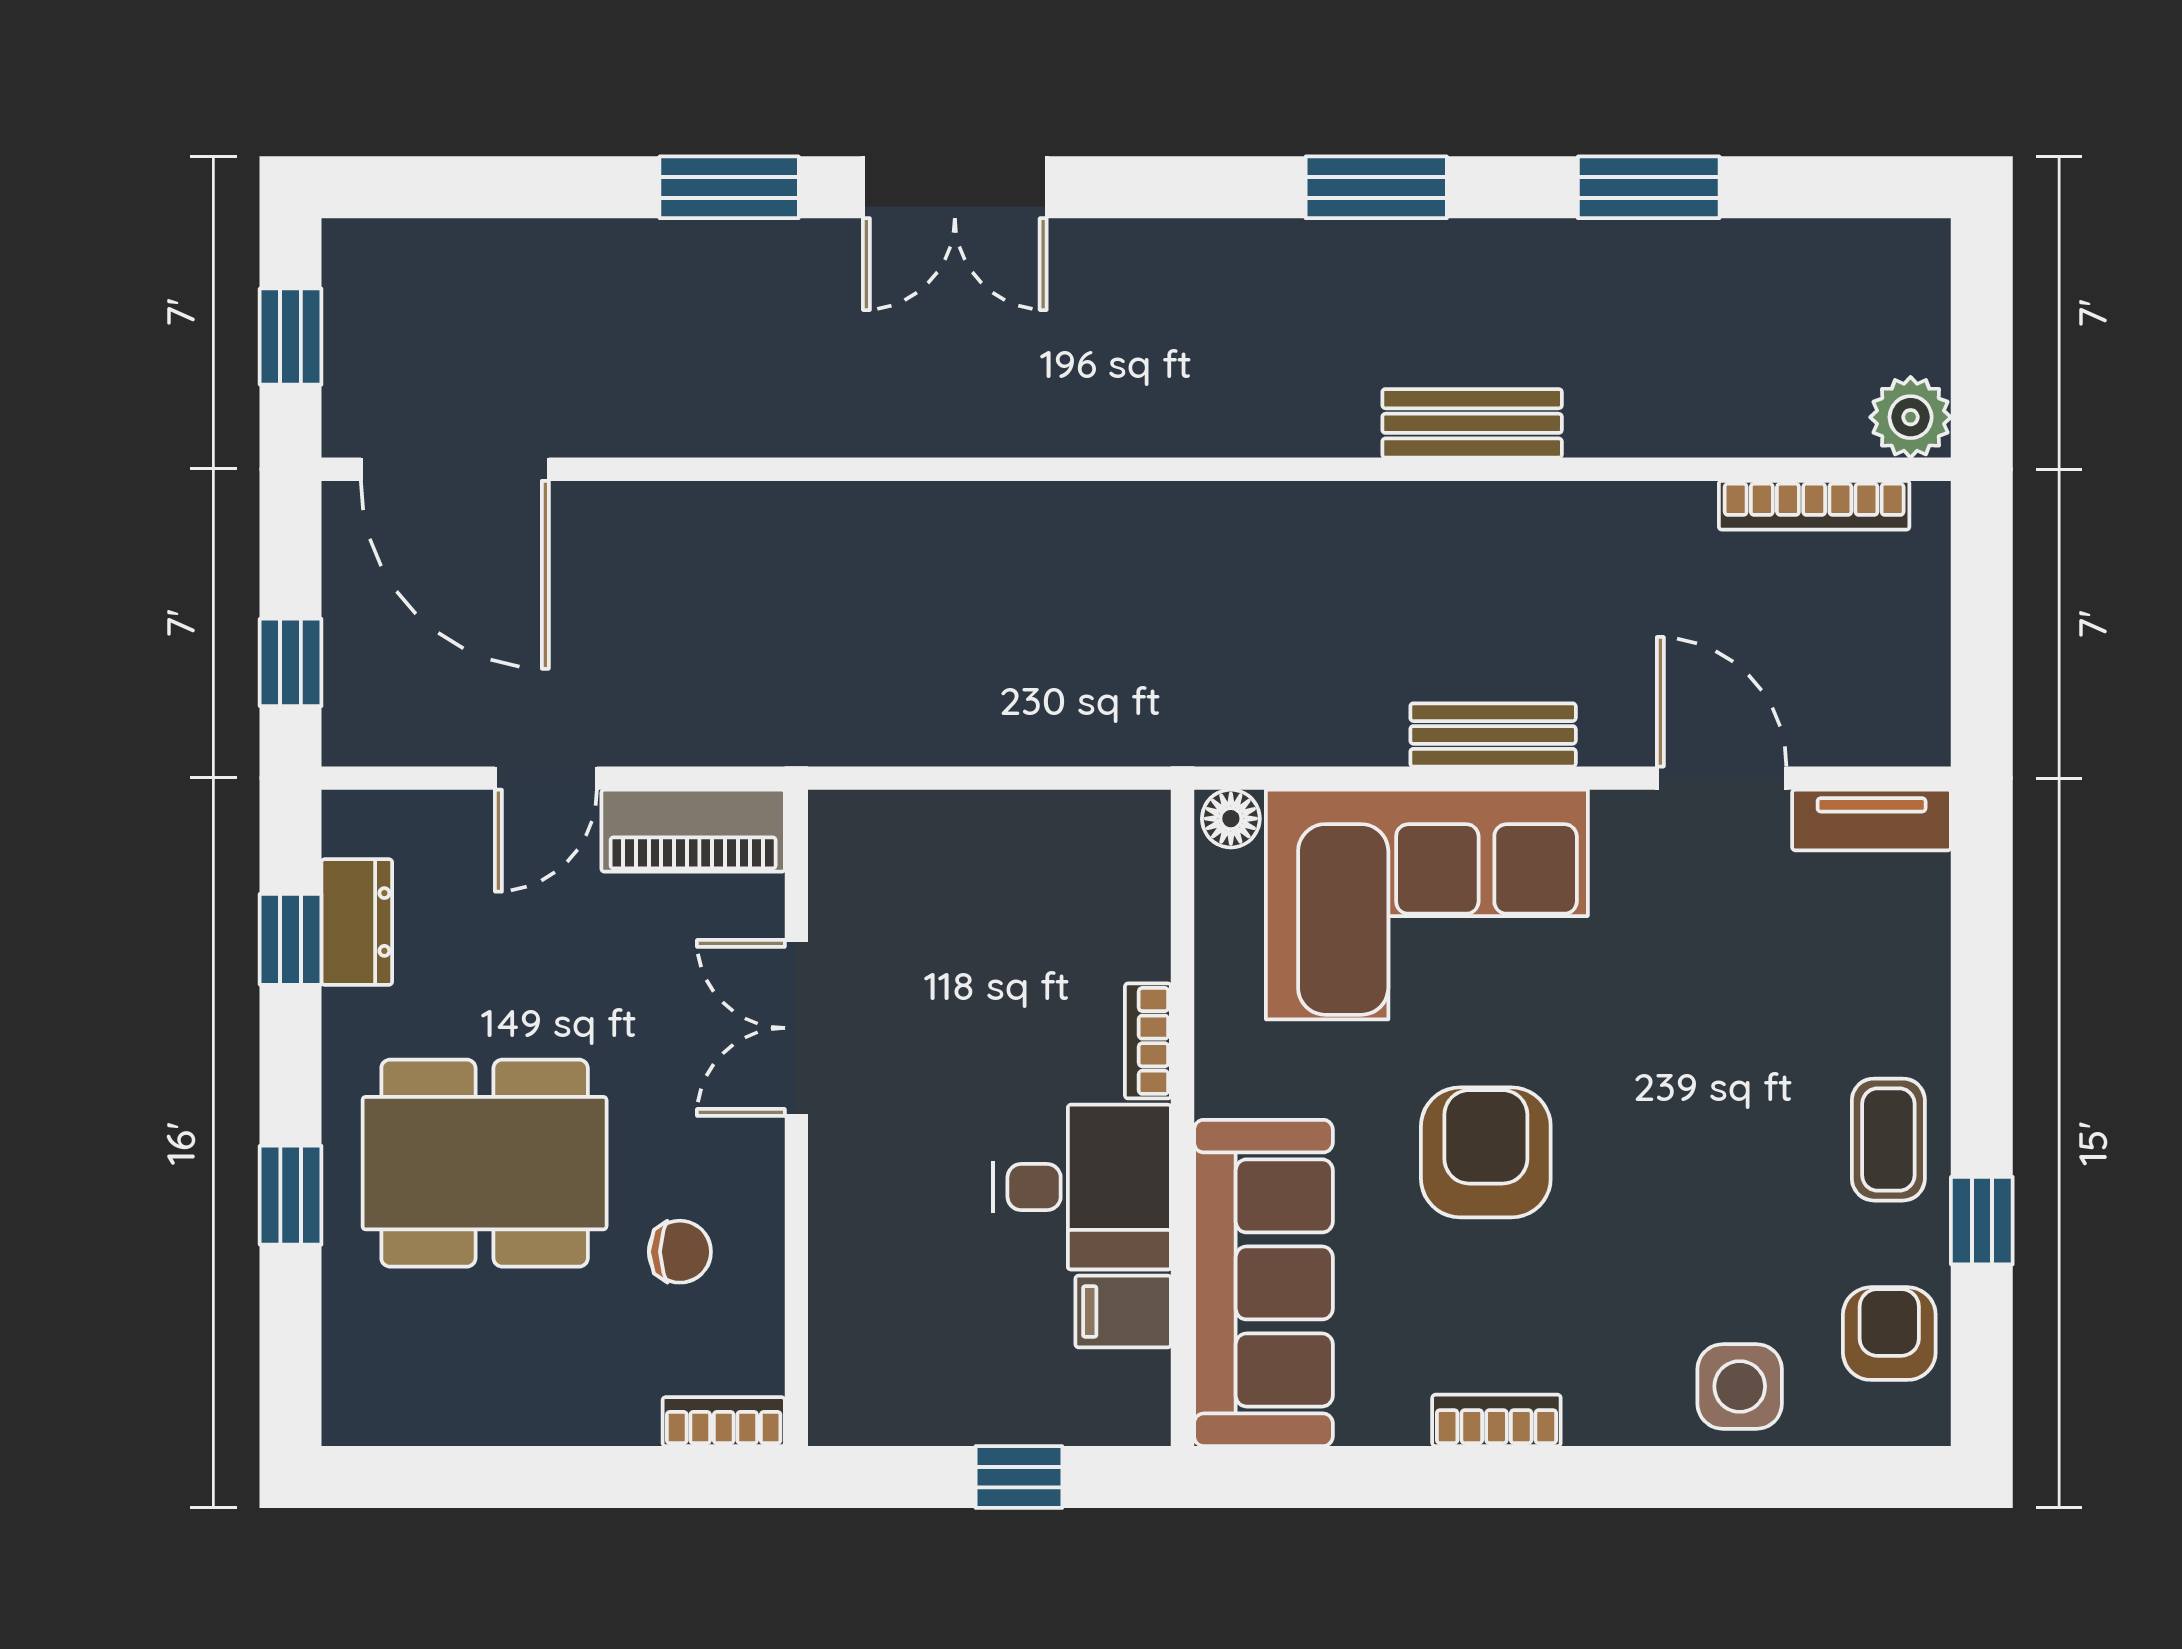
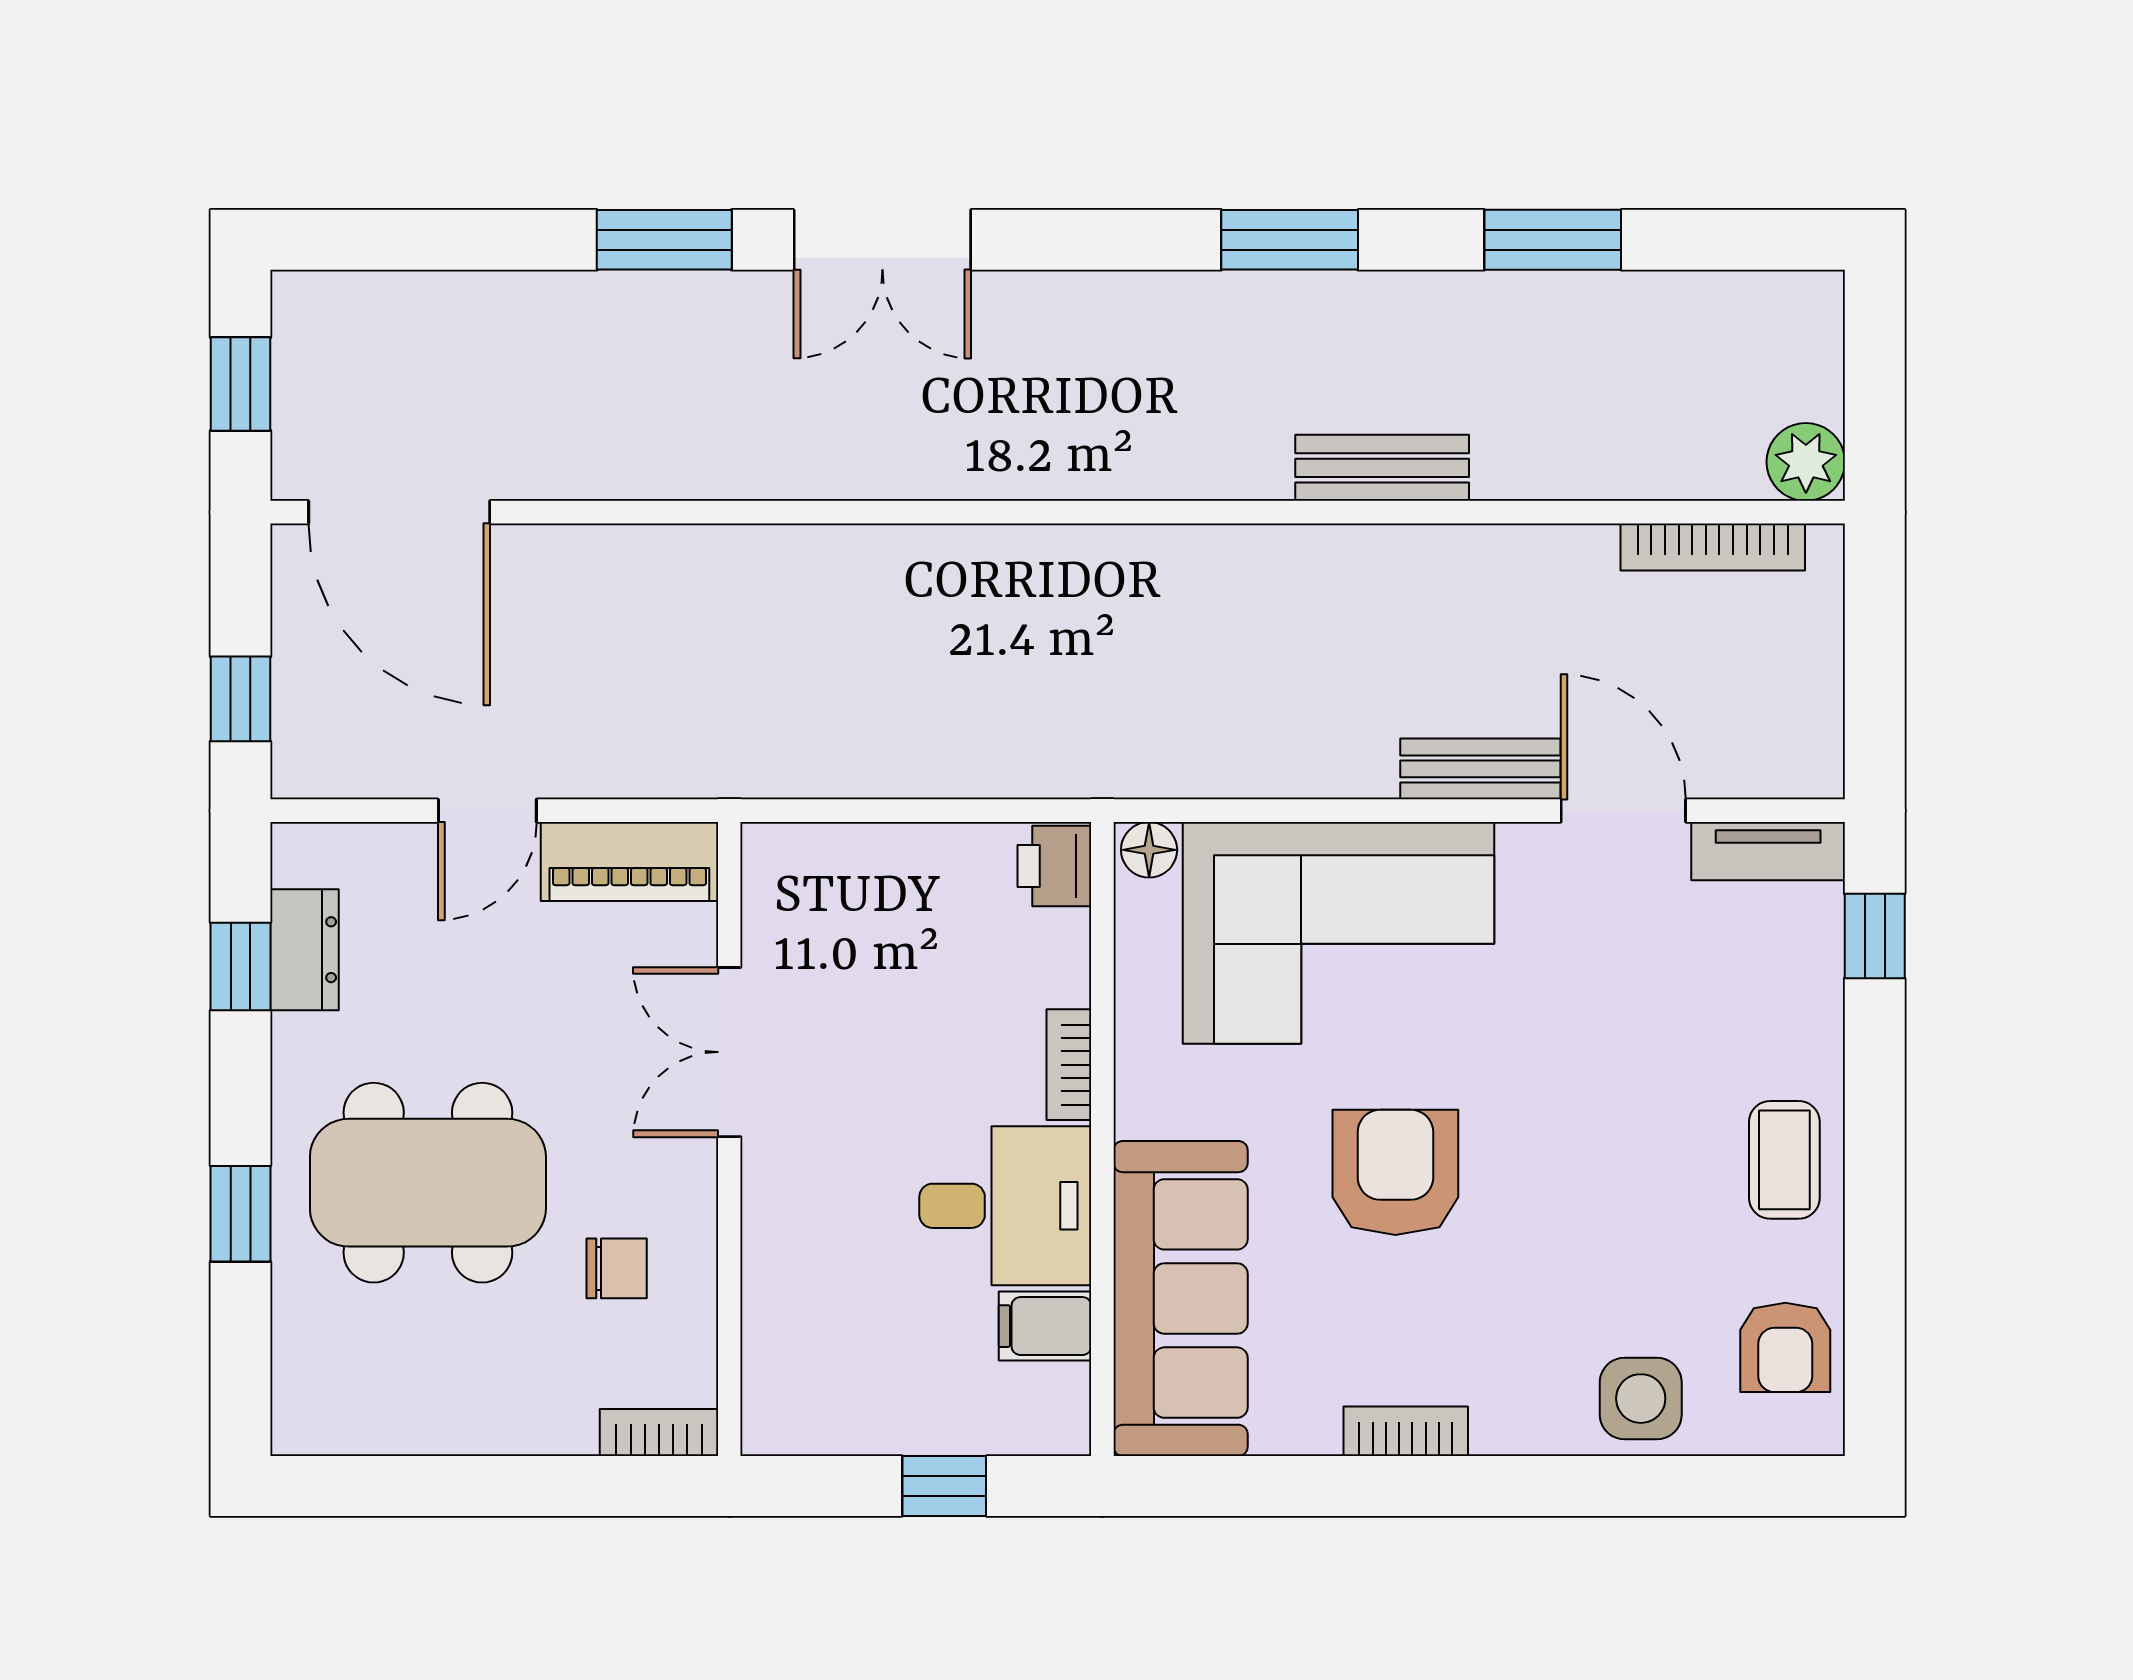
bench: (1493, 735) -> (1480, 769), moved
printer: (1133, 835) -> (1054, 866), added
window: (1982, 1221) -> (1875, 936), moved
armchair: (1889, 1334) -> (1785, 1347), turned 180

